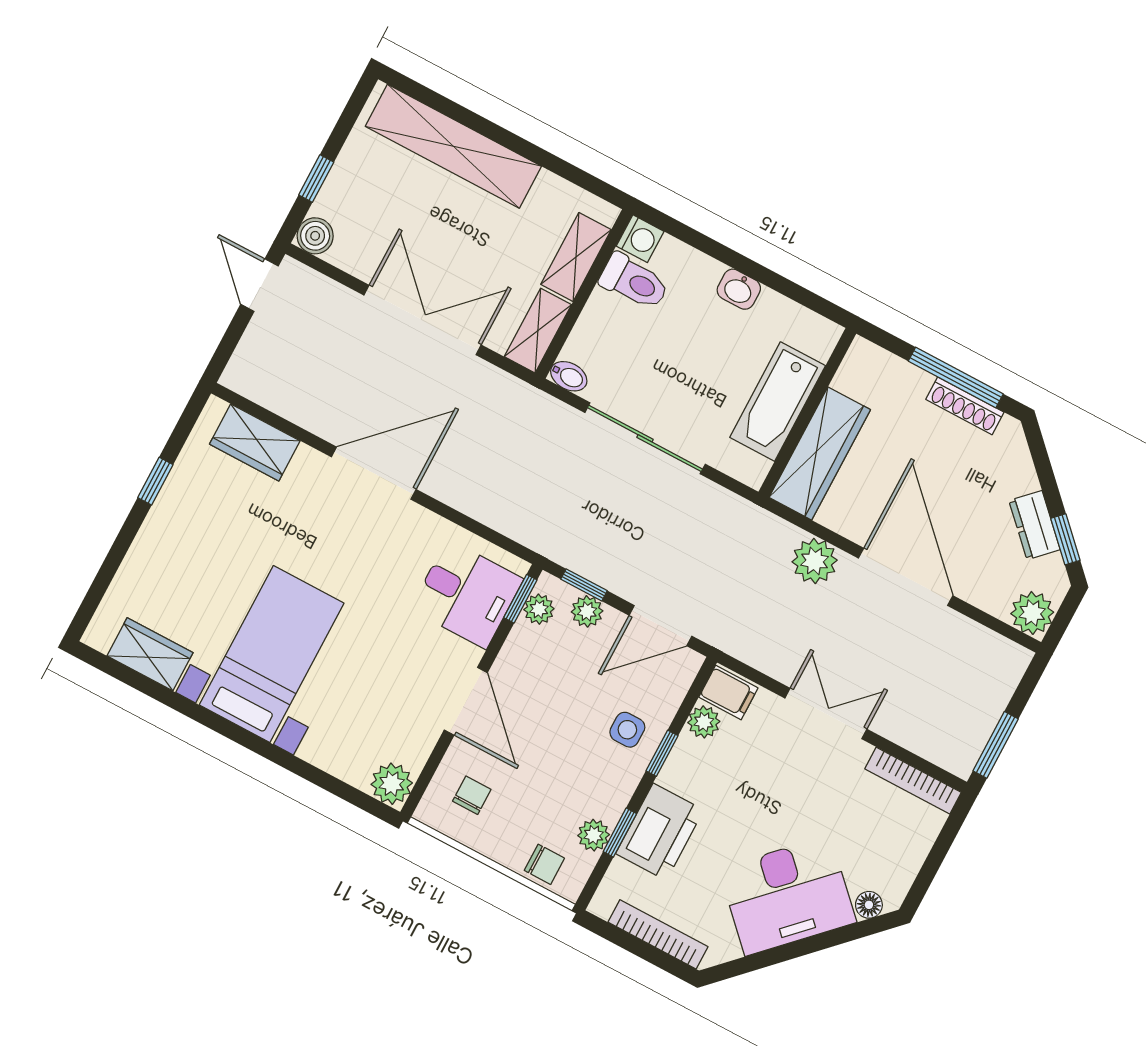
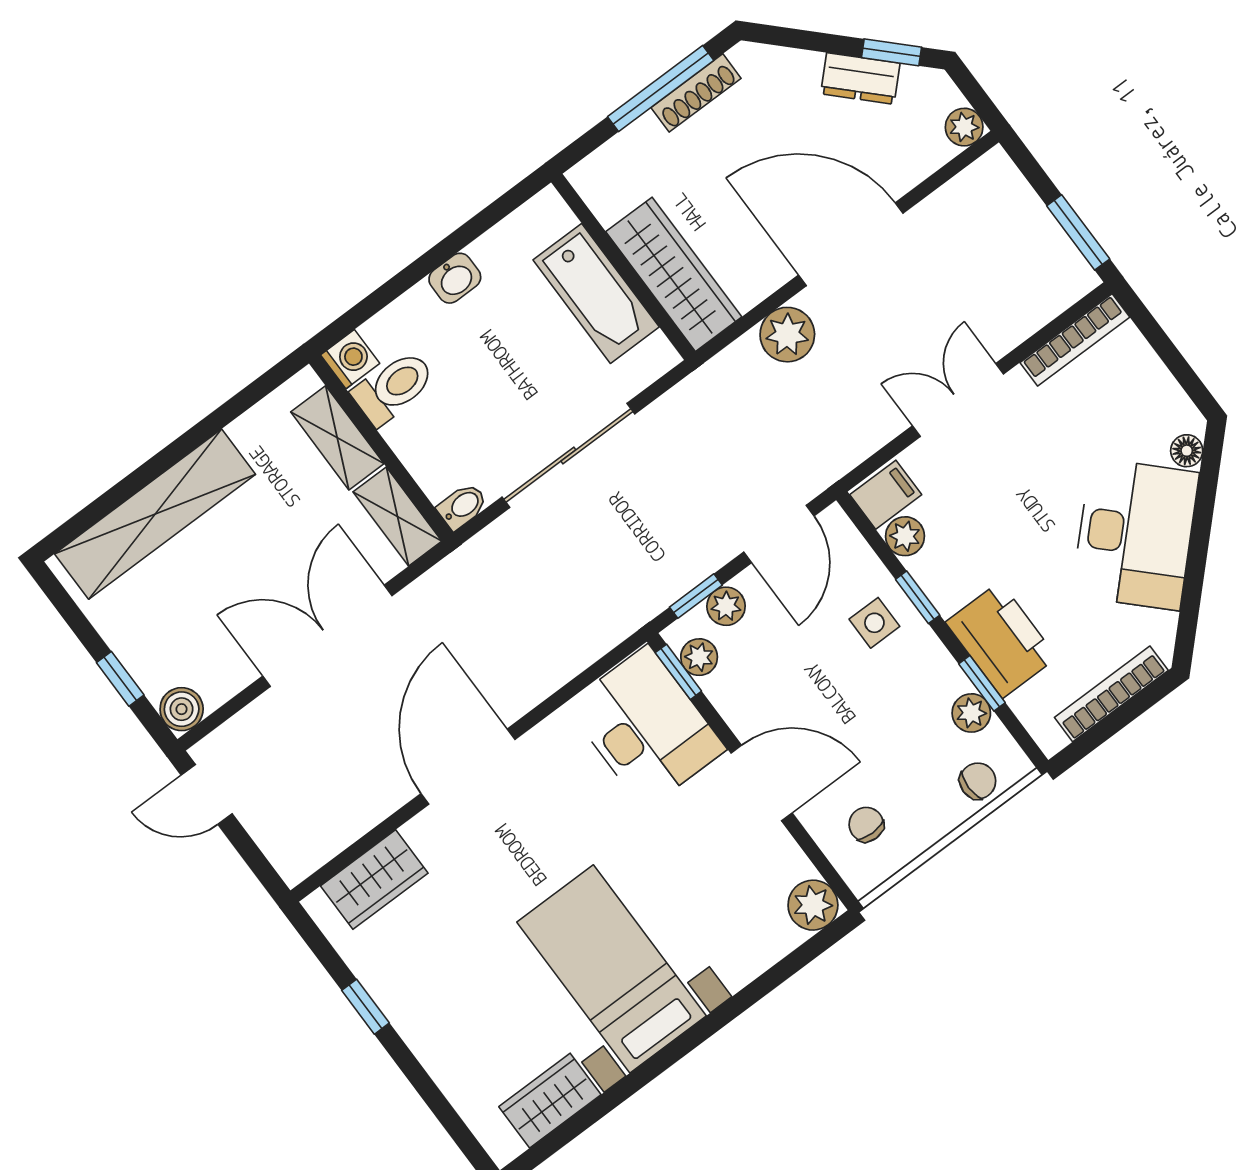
desk: (467, 594) -> (646, 727), width x1.37
plant: (1032, 613) -> (964, 127), width x0.73, depth x0.73

